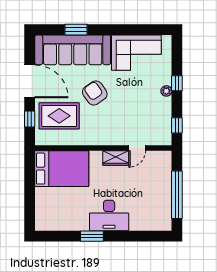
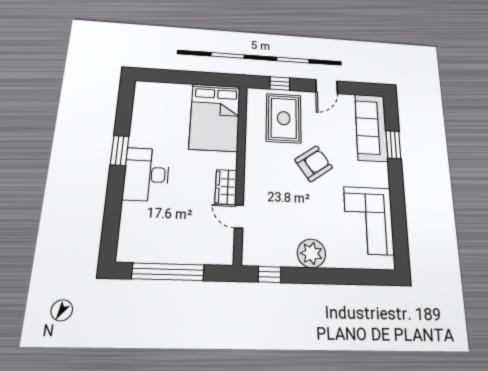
sofa: (73, 50) -> (371, 128), width x0.74, depth x0.79
door: (30, 81) -> (327, 87), width x0.53
window: (177, 83) -> (329, 276), removed
plant: (166, 91) -> (311, 253), width x1.87, depth x1.87

